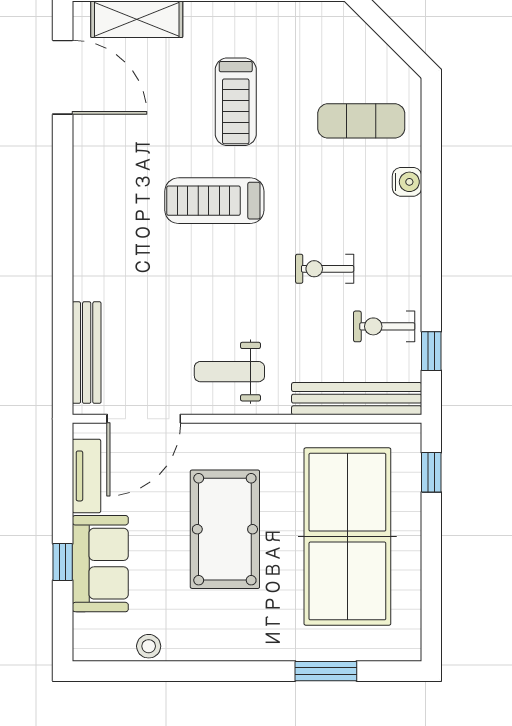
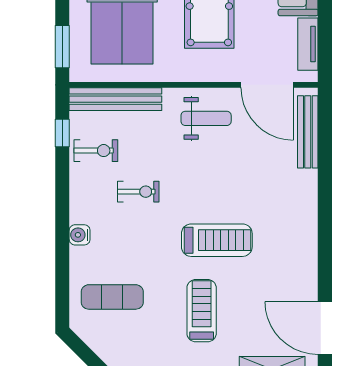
water cooler: (407, 182) -> (80, 235), moved
door: (144, 419) -> (267, 85), swing flipped
window: (431, 472) -> (62, 47), width x1.50

